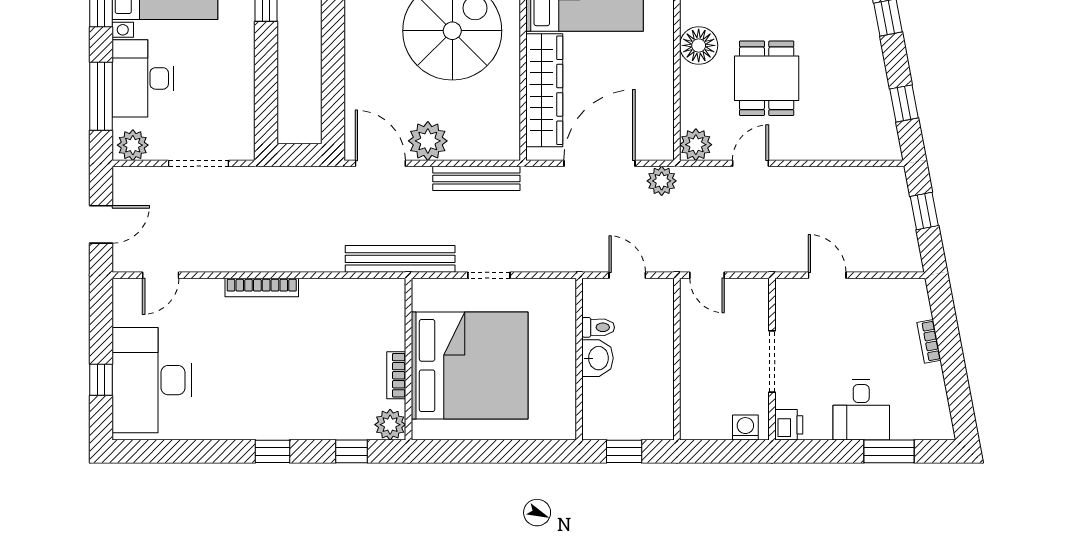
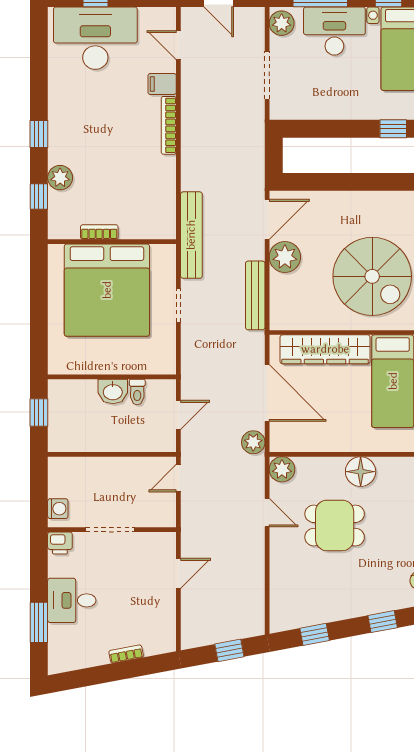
filing cabinet: (210, 296) -> (162, 84), added
plant: (390, 425) -> (60, 178), moved

